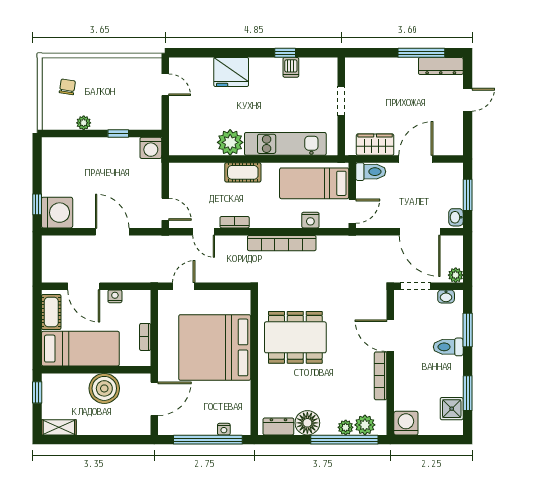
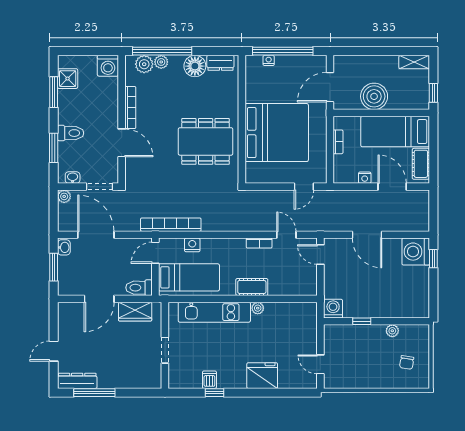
plant: (230, 142) -> (258, 308), width x0.53, depth x0.53
bookcase: (282, 243) -> (171, 225), moved

